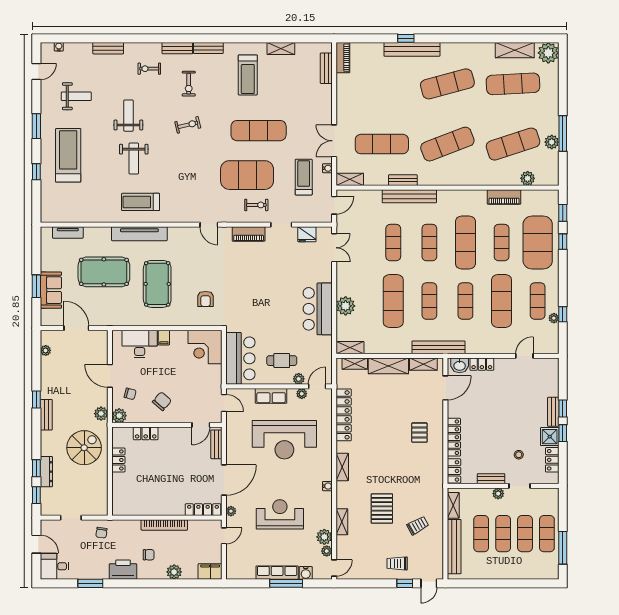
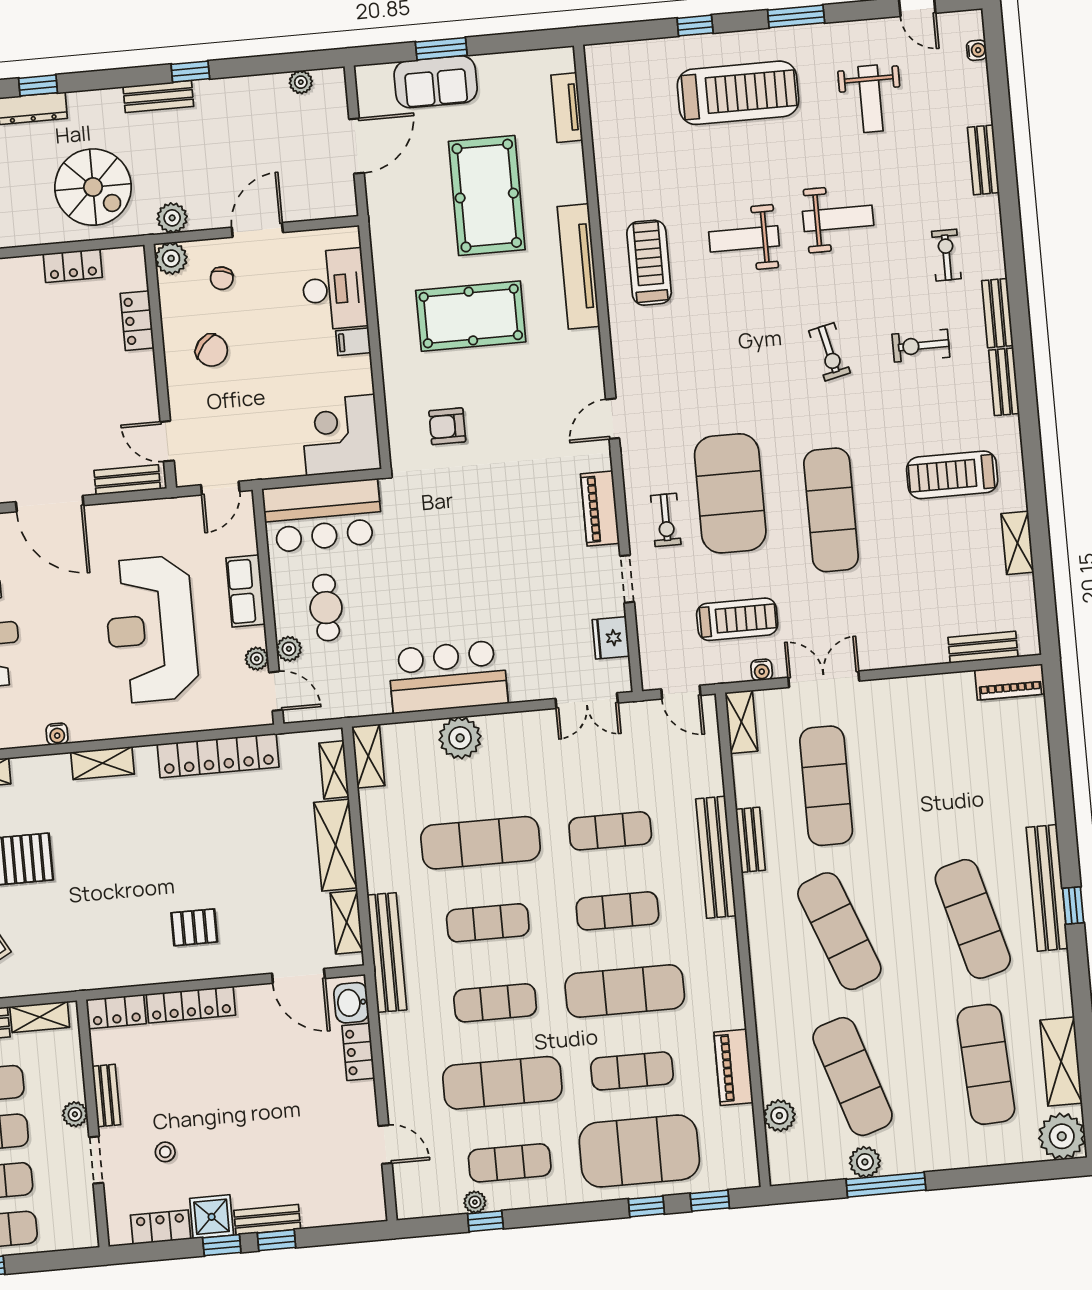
window: (406, 38) -> (1073, 905), moved
bench: (412, 49) -> (1047, 888), moved

